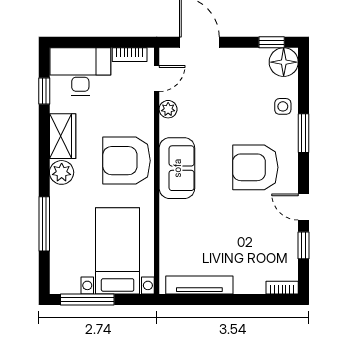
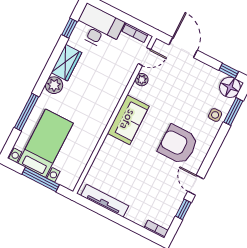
window: (304, 133) -> (233, 112), moved
armchair: (127, 161) -> (99, 99), removed
bed with nightstands: (118, 251) -> (45, 143), moved
window: (87, 299) -> (41, 179), moved

